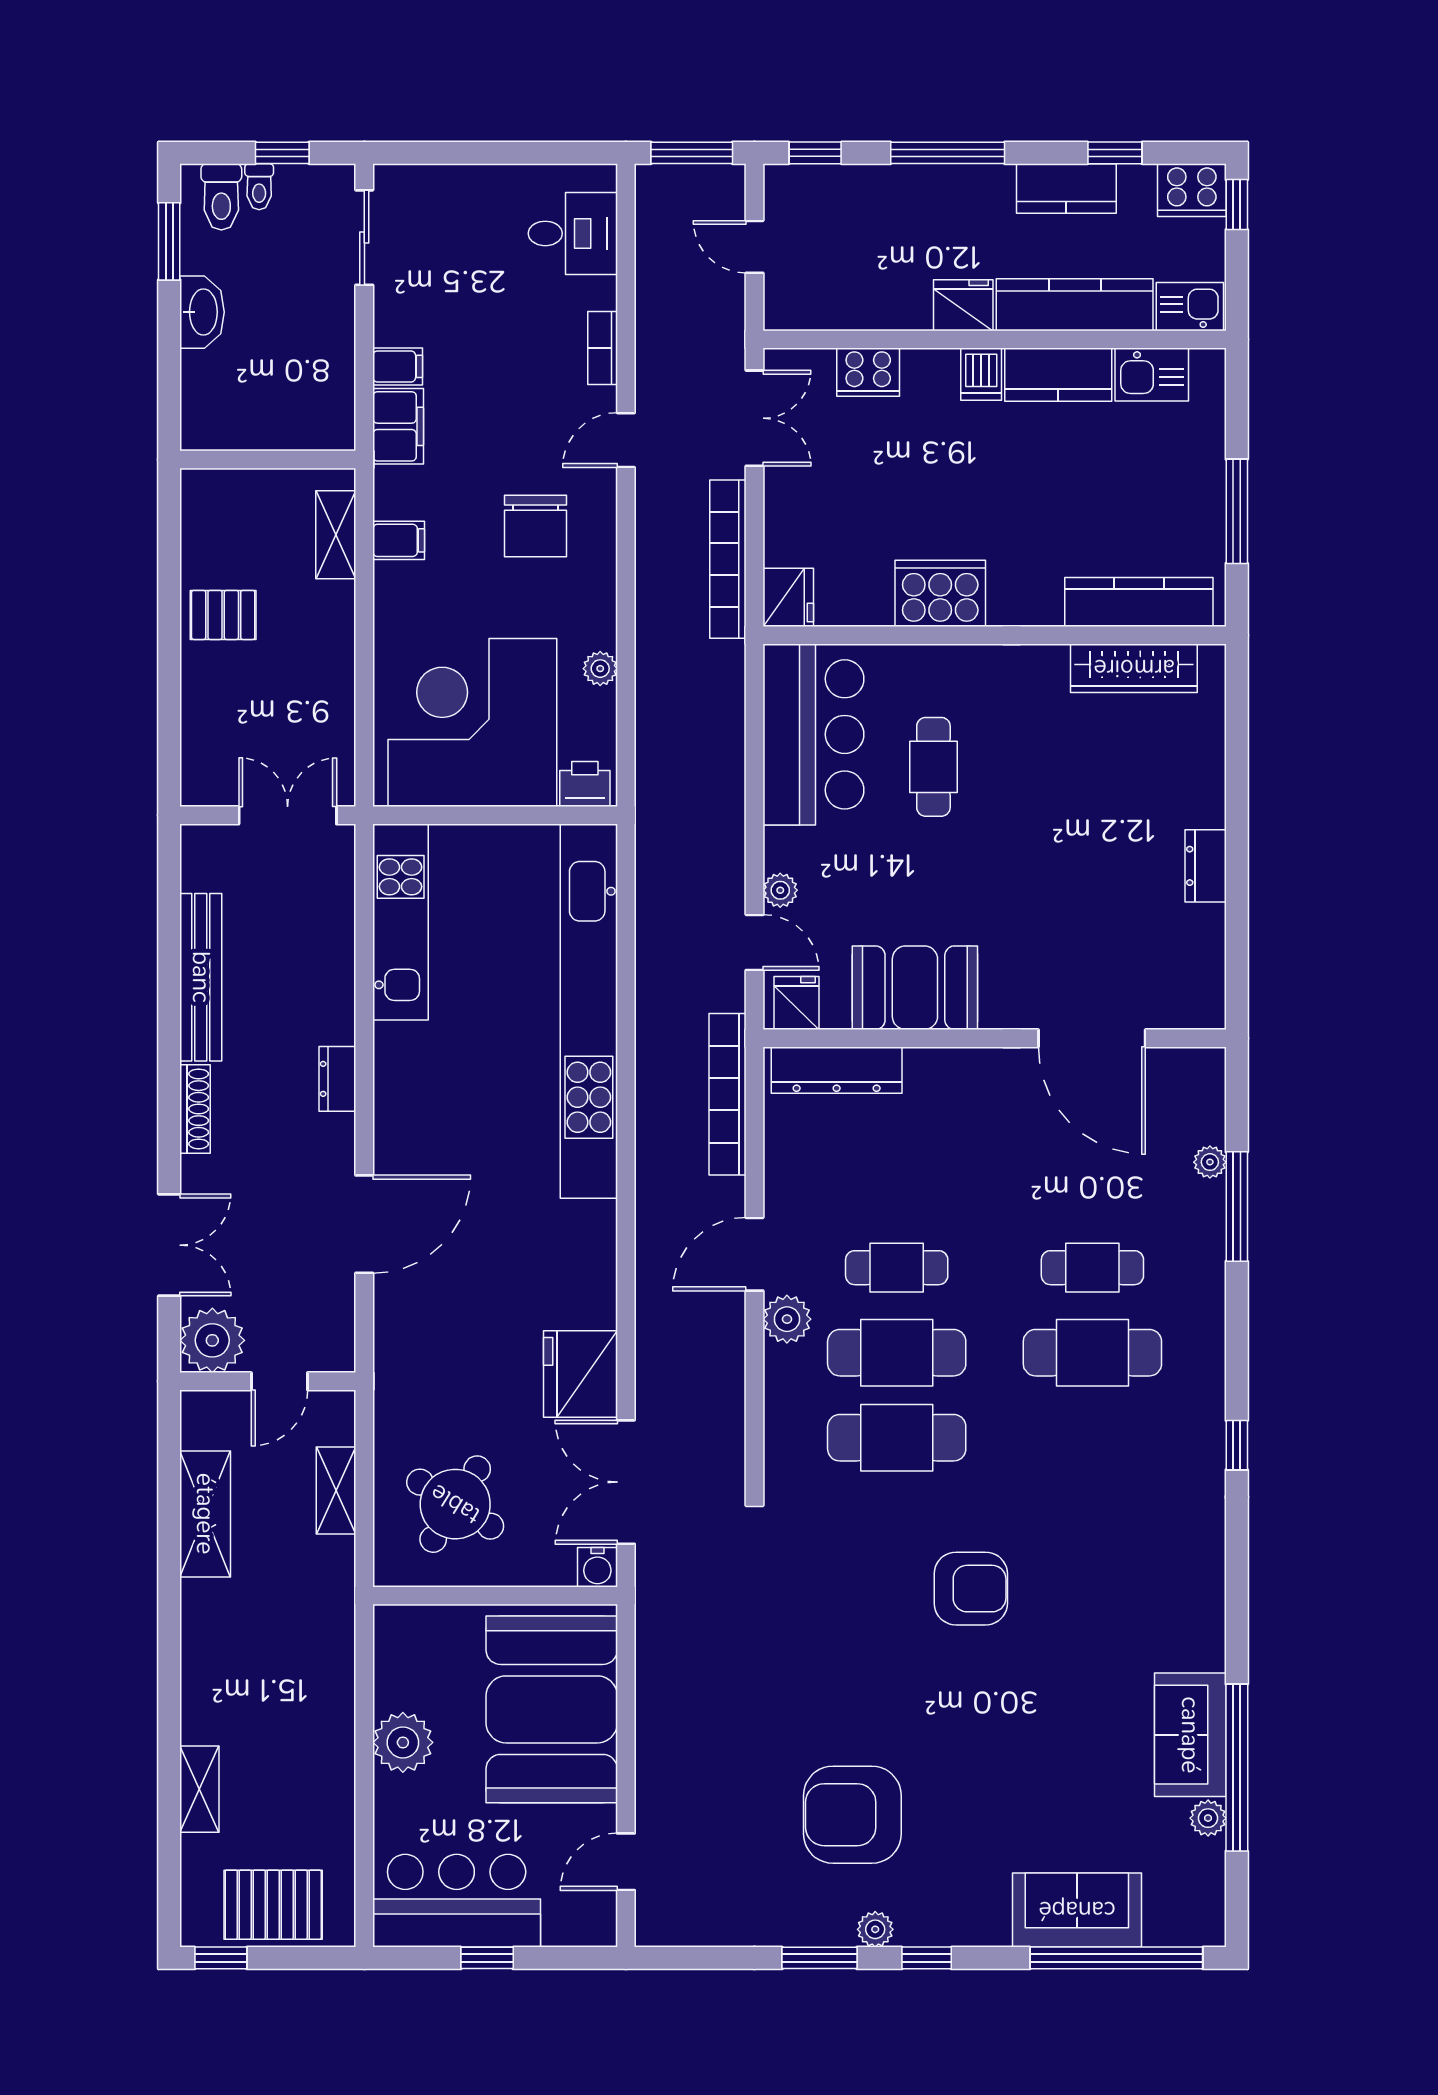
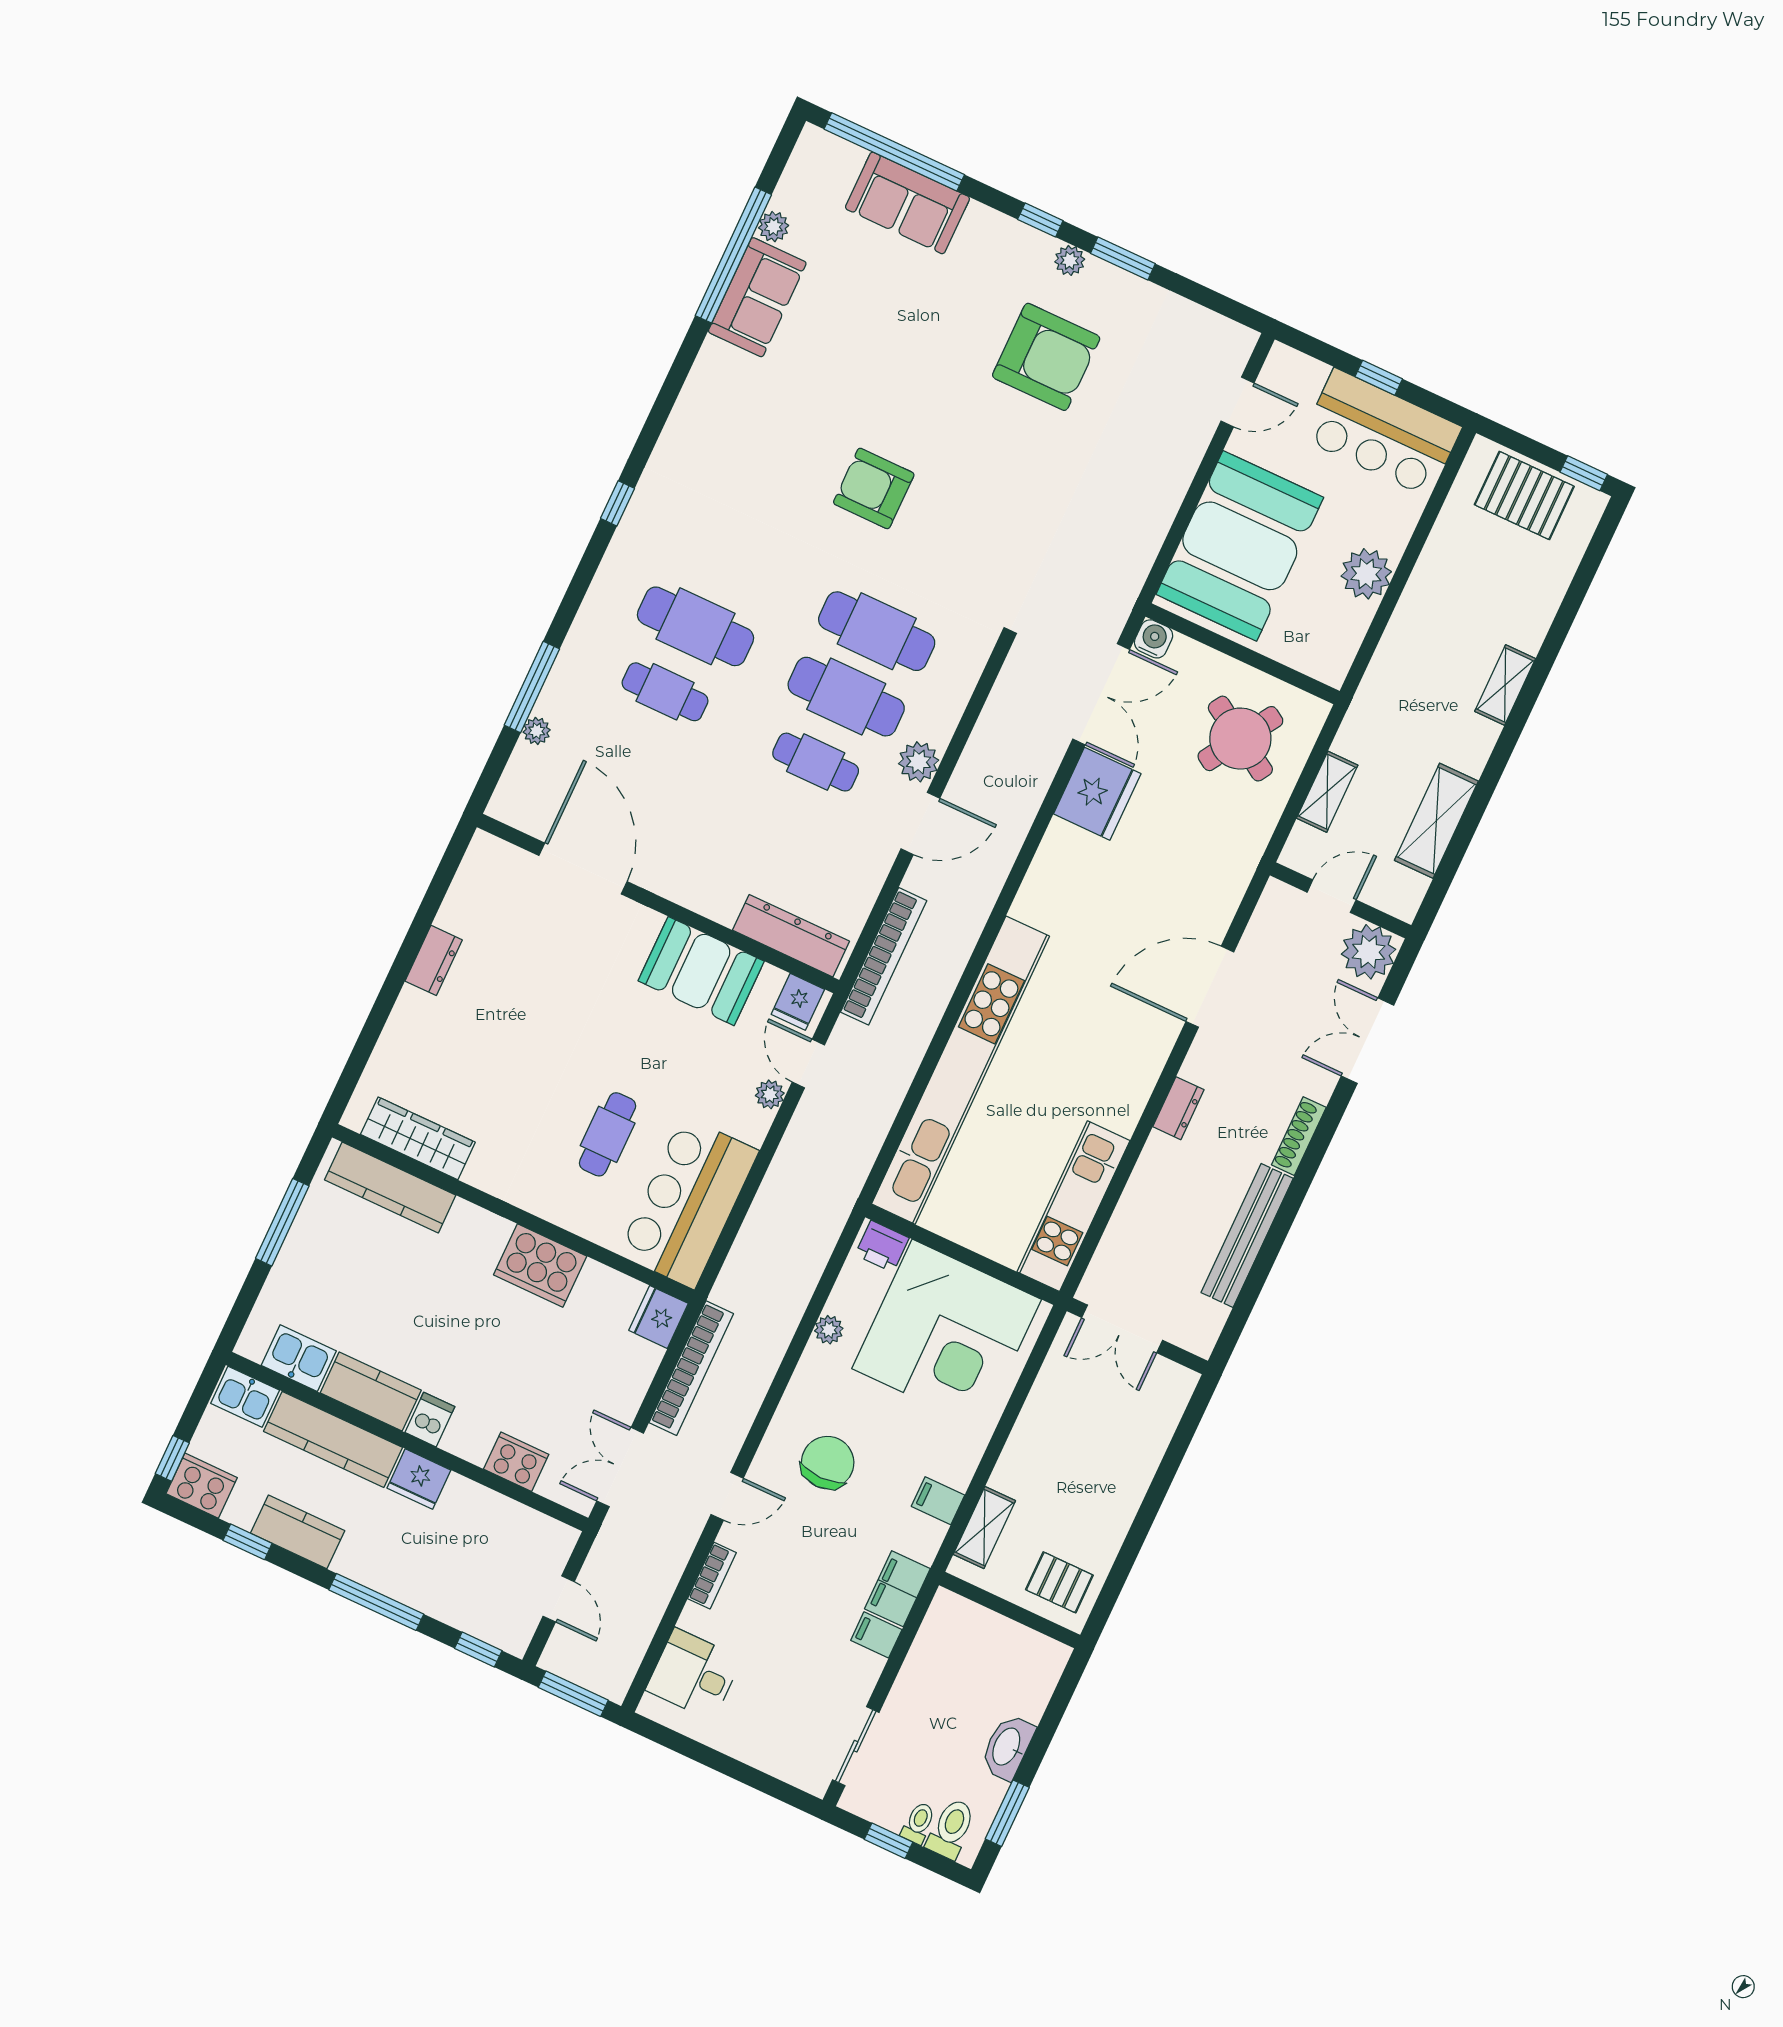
pallet: (223, 615) -> (1059, 1582), moved
shelving: (199, 1789) -> (1505, 685), moved

